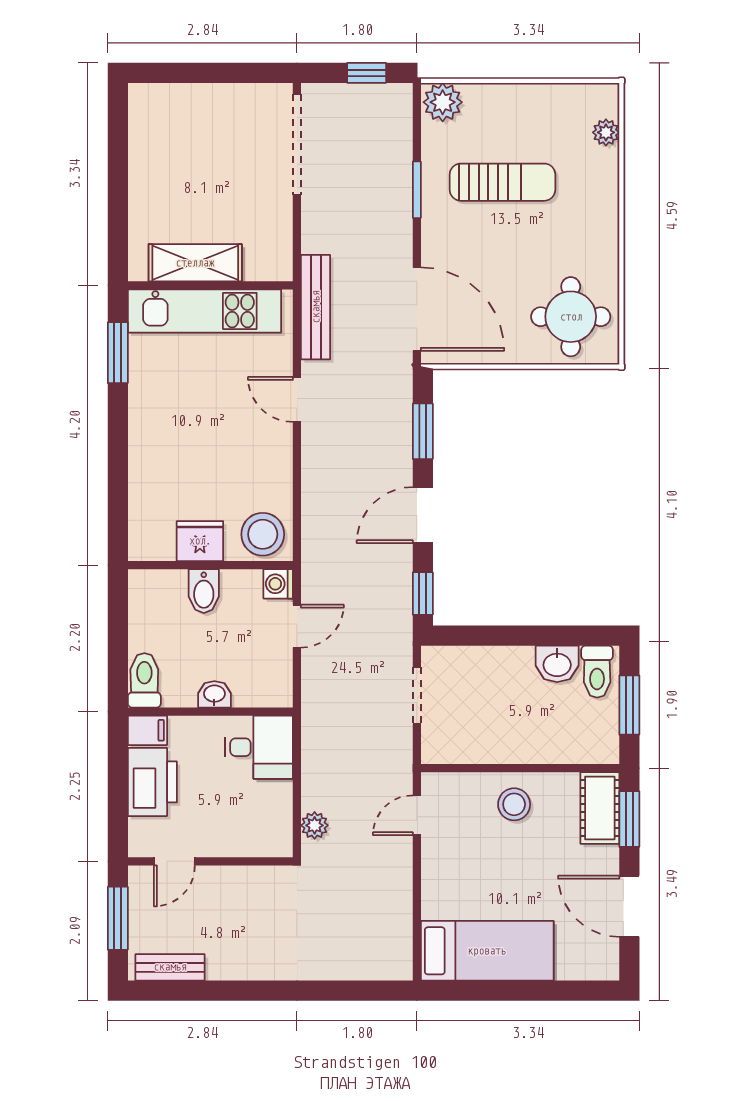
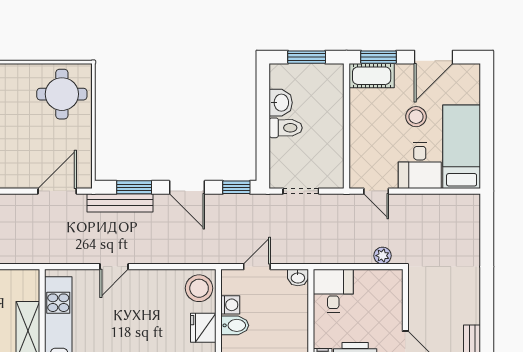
bench: (316, 307) -> (120, 203), moved
door: (417, 309) -> (57, 191), width x0.73
washing machine: (278, 584) -> (230, 305), moved, turned -90
door: (297, 626) -> (257, 267), hinge flipped
toilet: (597, 672) -> (286, 128), moved
washbasin: (214, 694) -> (298, 278), moved, turned -90
stool: (514, 804) -> (416, 117), moved
desk: (457, 884) -> (420, 166), added

